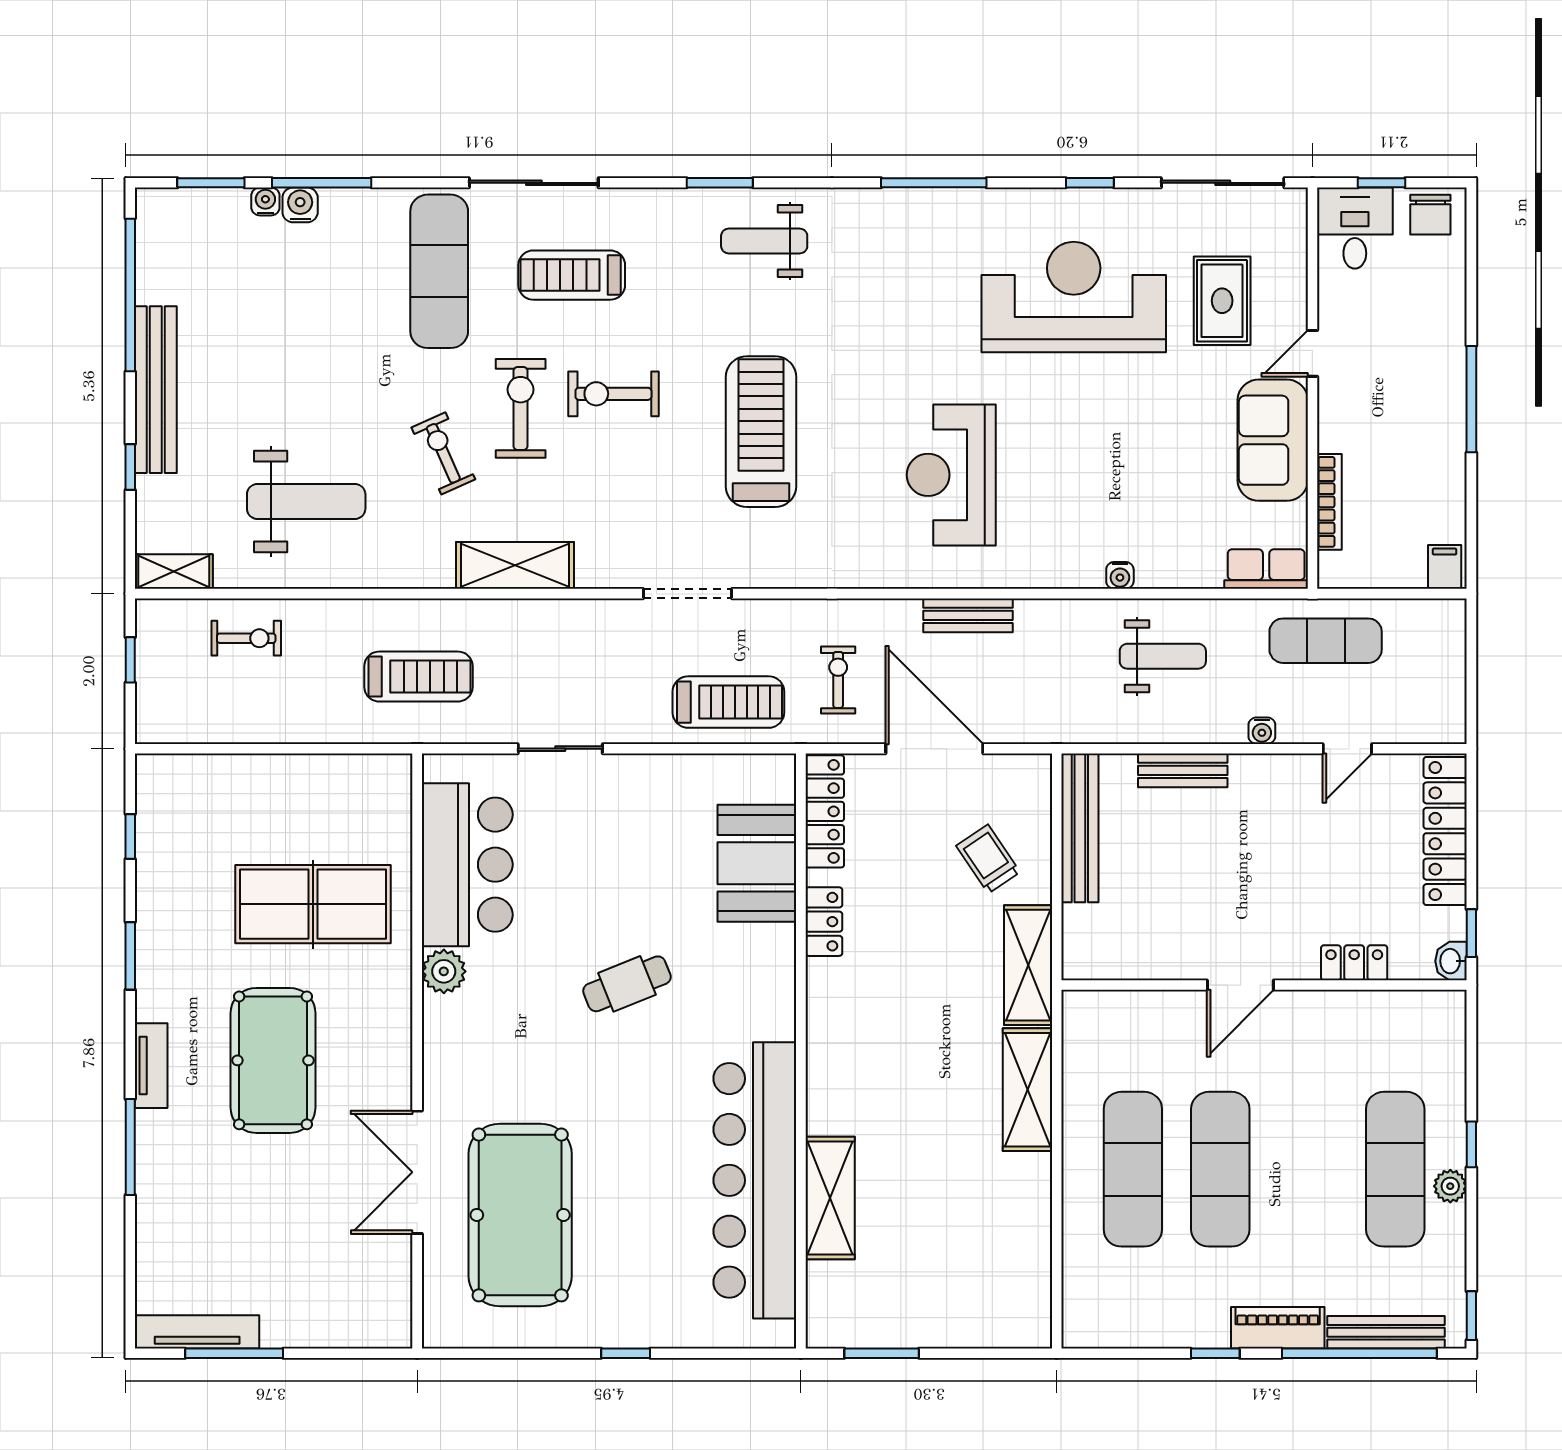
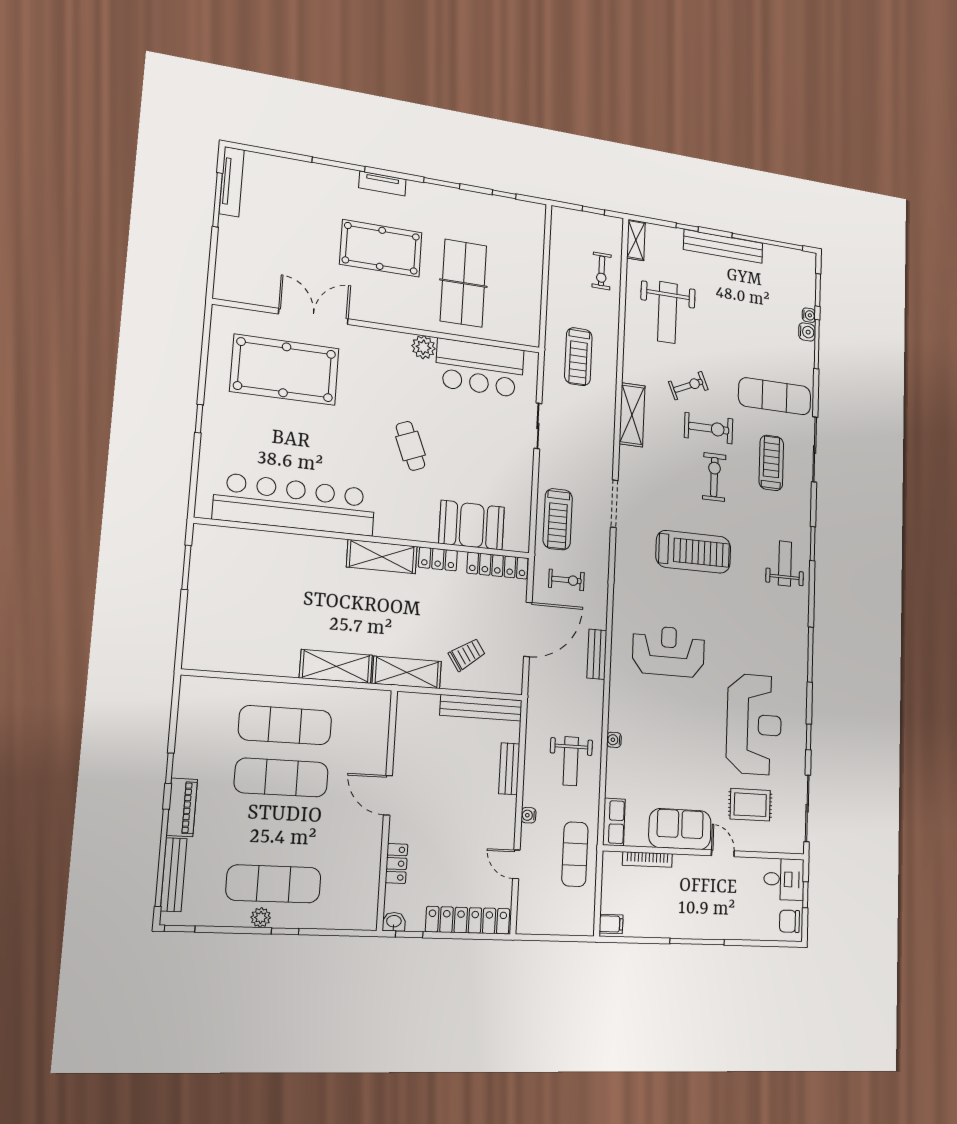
shelving: (830, 1198) -> (382, 557), moved

